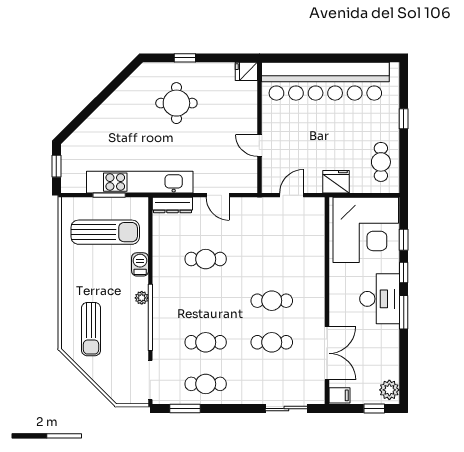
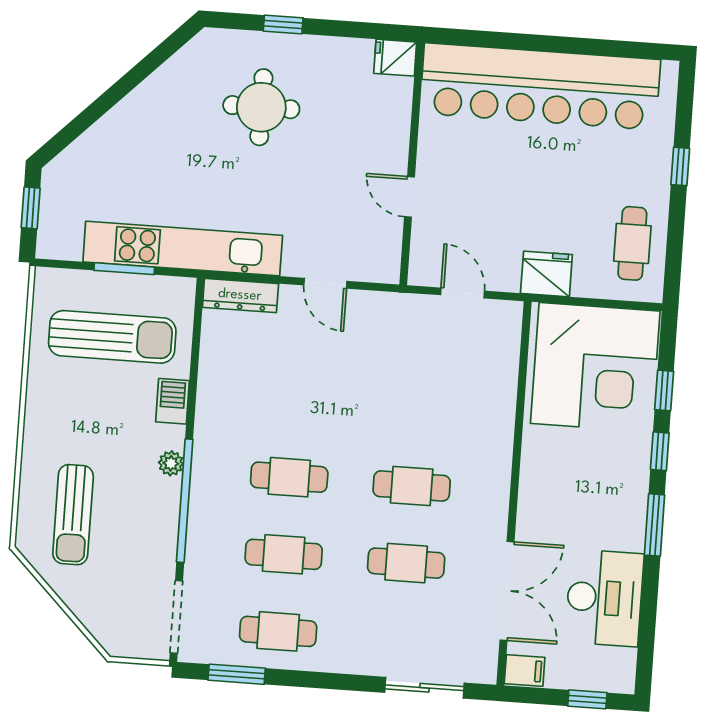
door: (292, 195) -> (462, 293), hinge flipped
cafe table: (206, 259) -> (289, 477), moved
desk: (380, 299) -> (604, 598), moved
plant: (389, 390) -> (618, 667), removed

